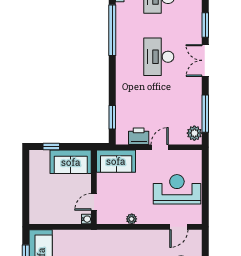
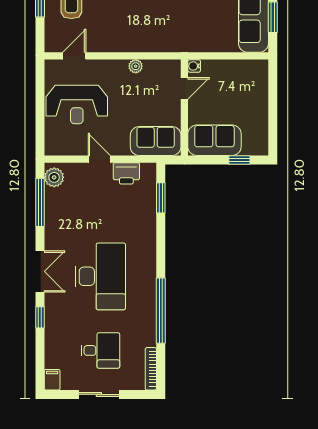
window: (205, 25) -> (40, 317), width x0.67
desk: (159, 57) -> (100, 276), width x1.36, depth x1.30
door: (160, 147) -> (99, 159), swing flipped

